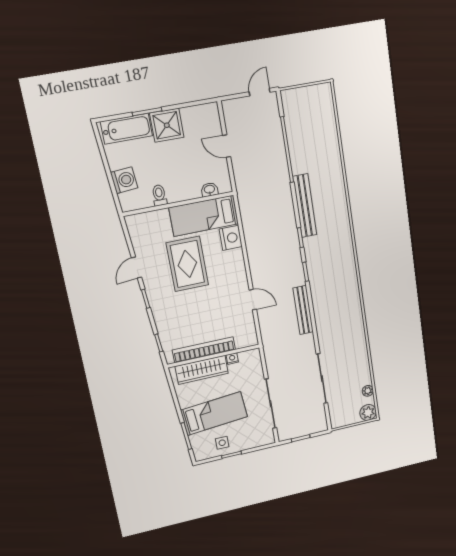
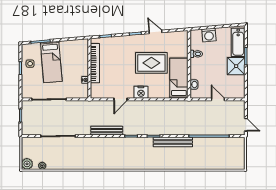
door: (227, 146) -> (218, 99), hinge flipped
nightstand: (231, 238) -> (141, 92), moved
wardrobe: (202, 370) -> (82, 59), removed

